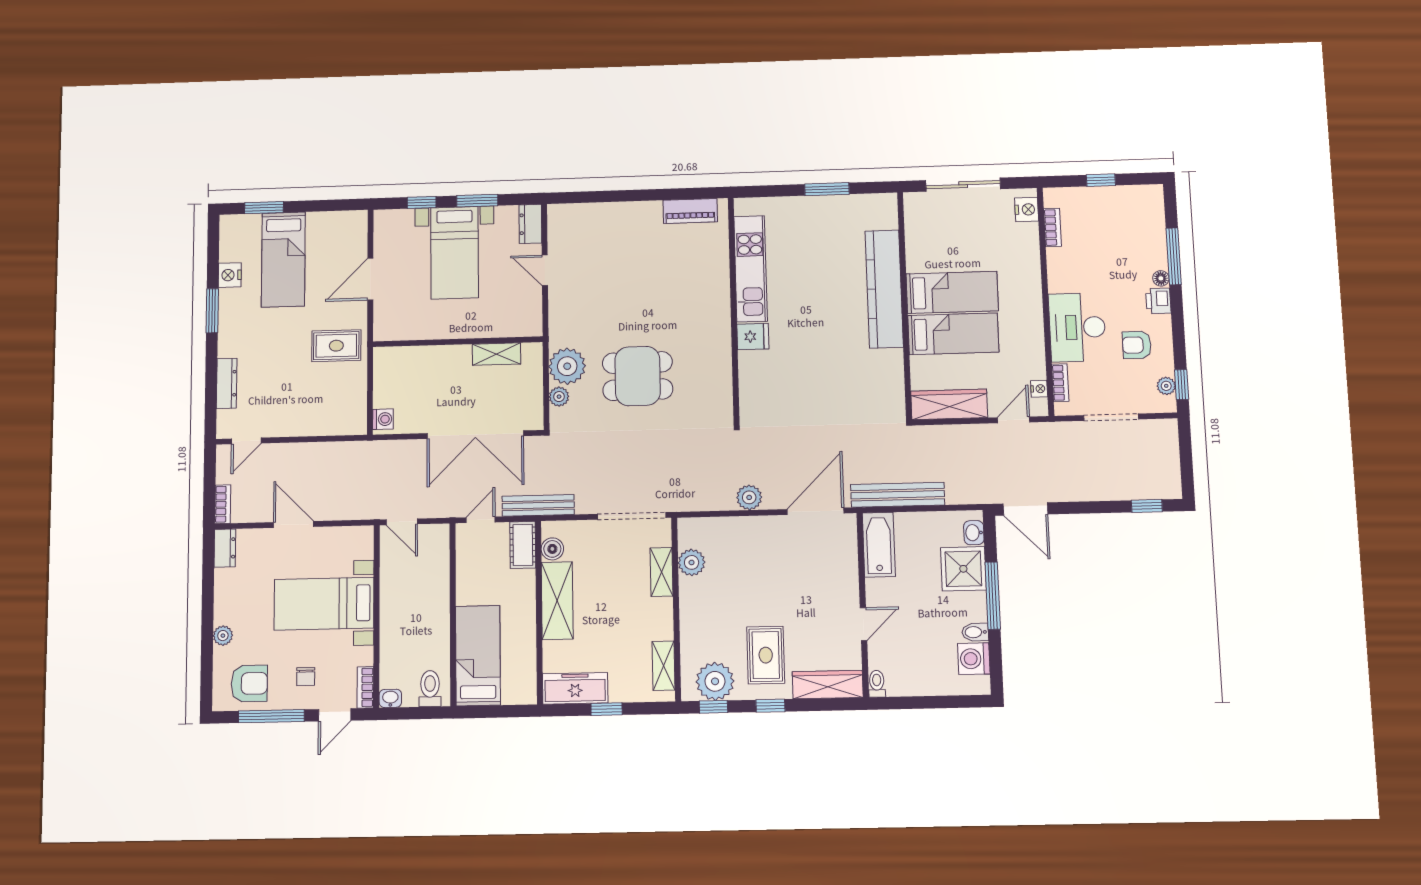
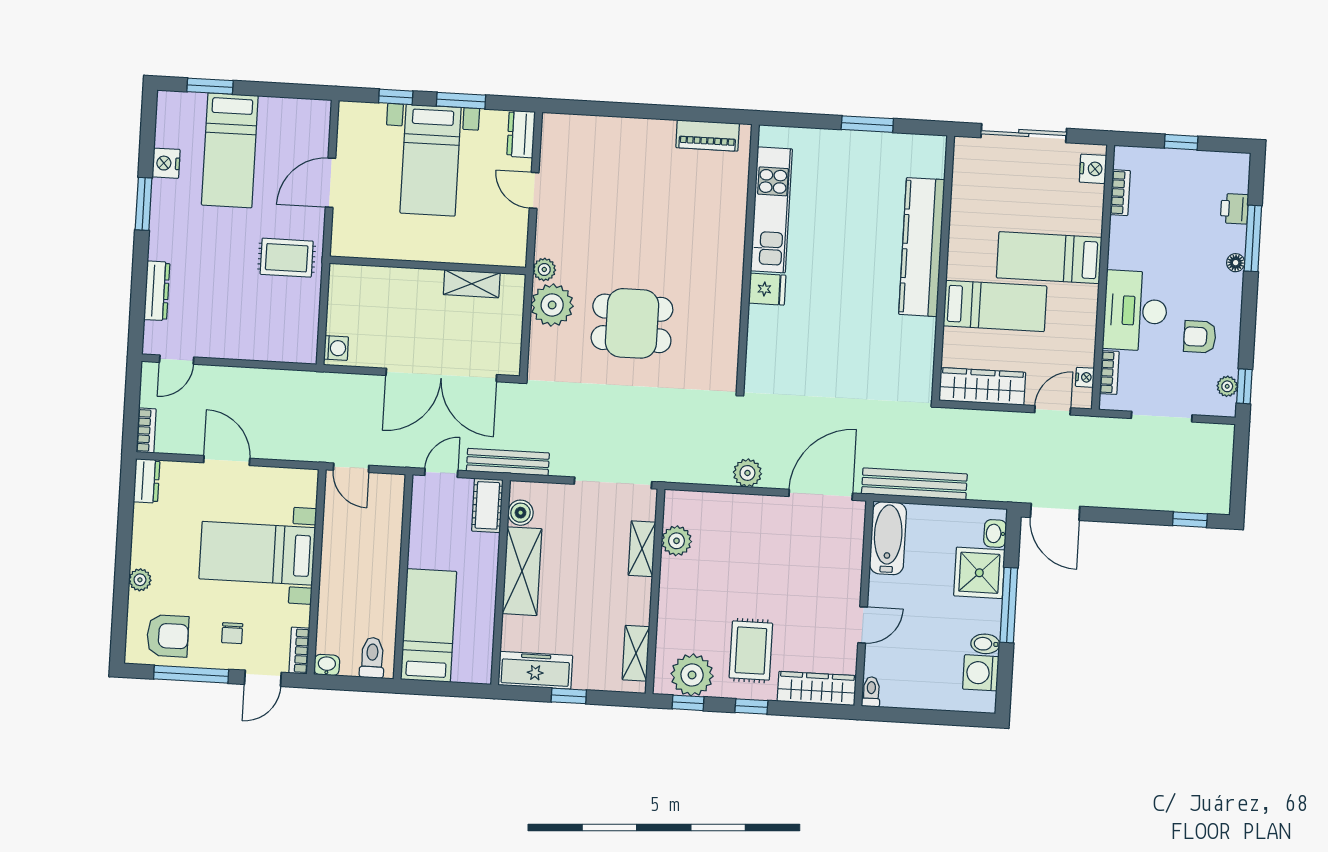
bed: (952, 292) -> (1049, 258), moved, turned 180
printer: (1158, 301) -> (1234, 209), moved
plant: (559, 397) -> (544, 269), moved

